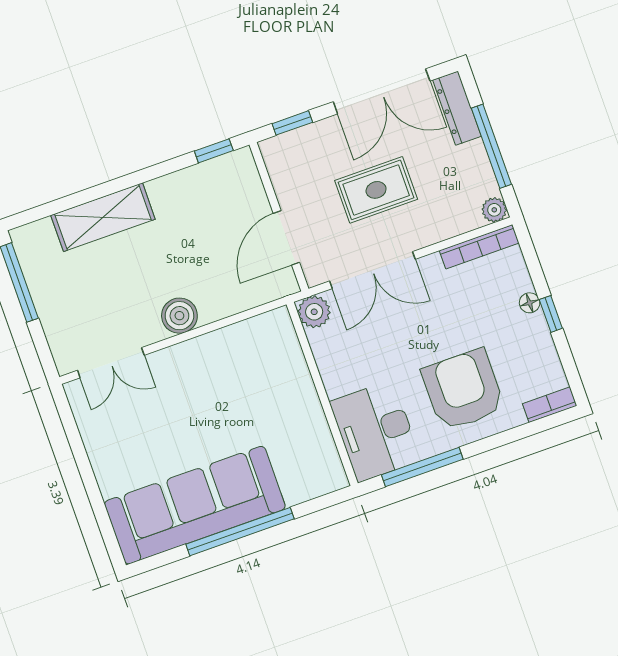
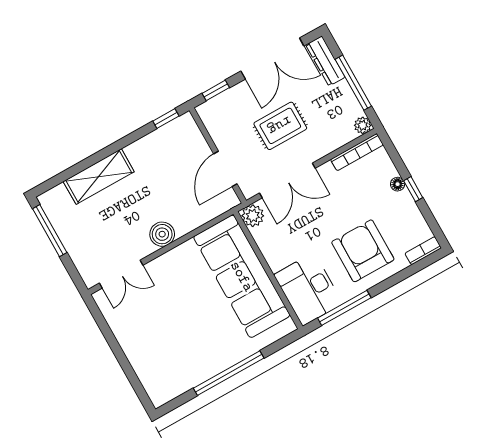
sofa: (195, 505) -> (242, 276), moved, turned -90

